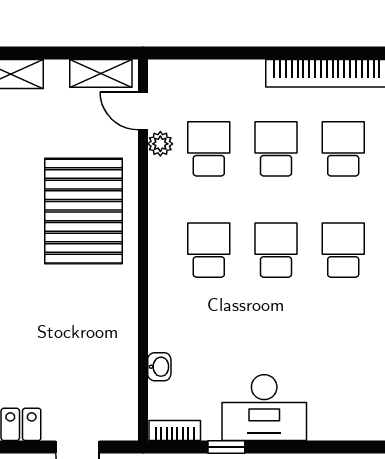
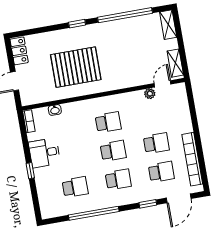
school desk: (209, 149) -> (75, 187), moved
pallet: (83, 211) -> (76, 67), moved
desk: (264, 408) -> (44, 153), width x0.73
window: (226, 447) -> (30, 171), moved

